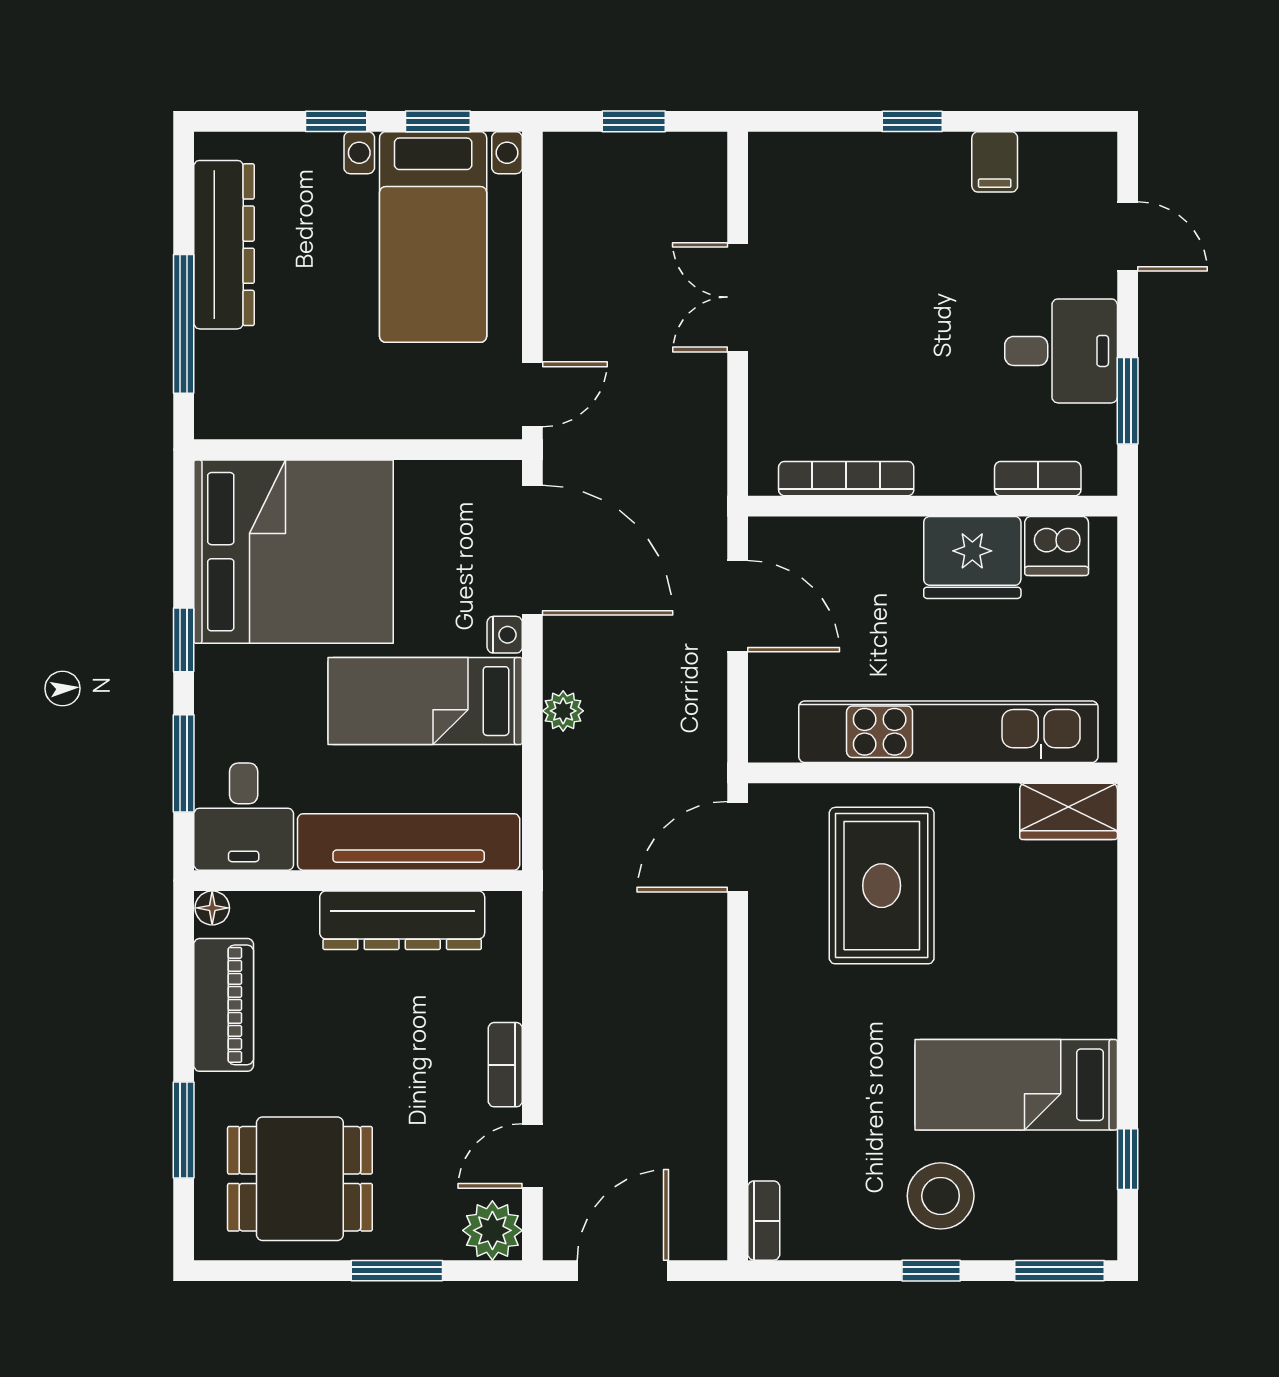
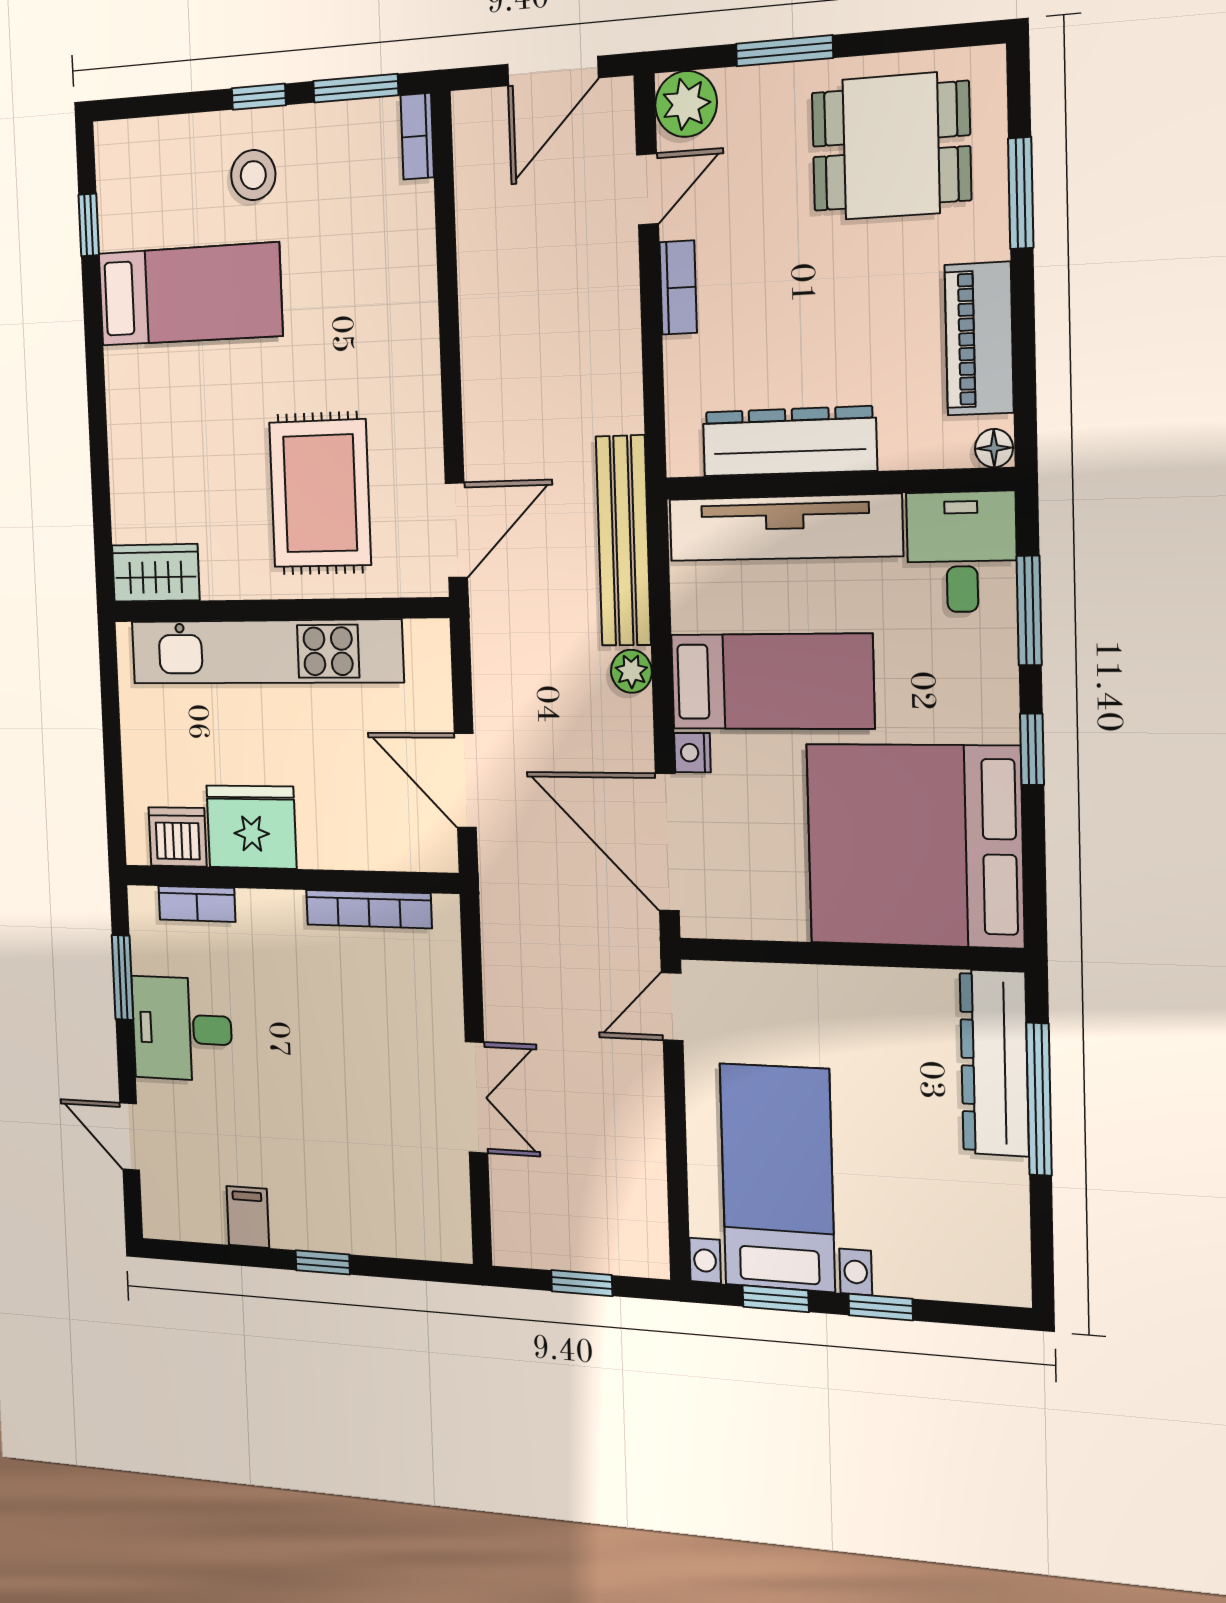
dresser: (224, 245) -> (994, 1063), moved
bench: (567, 833) -> (623, 541), added
stool: (941, 1196) -> (253, 175), width x0.73, depth x0.73
window: (1059, 1271) -> (356, 88), moved

